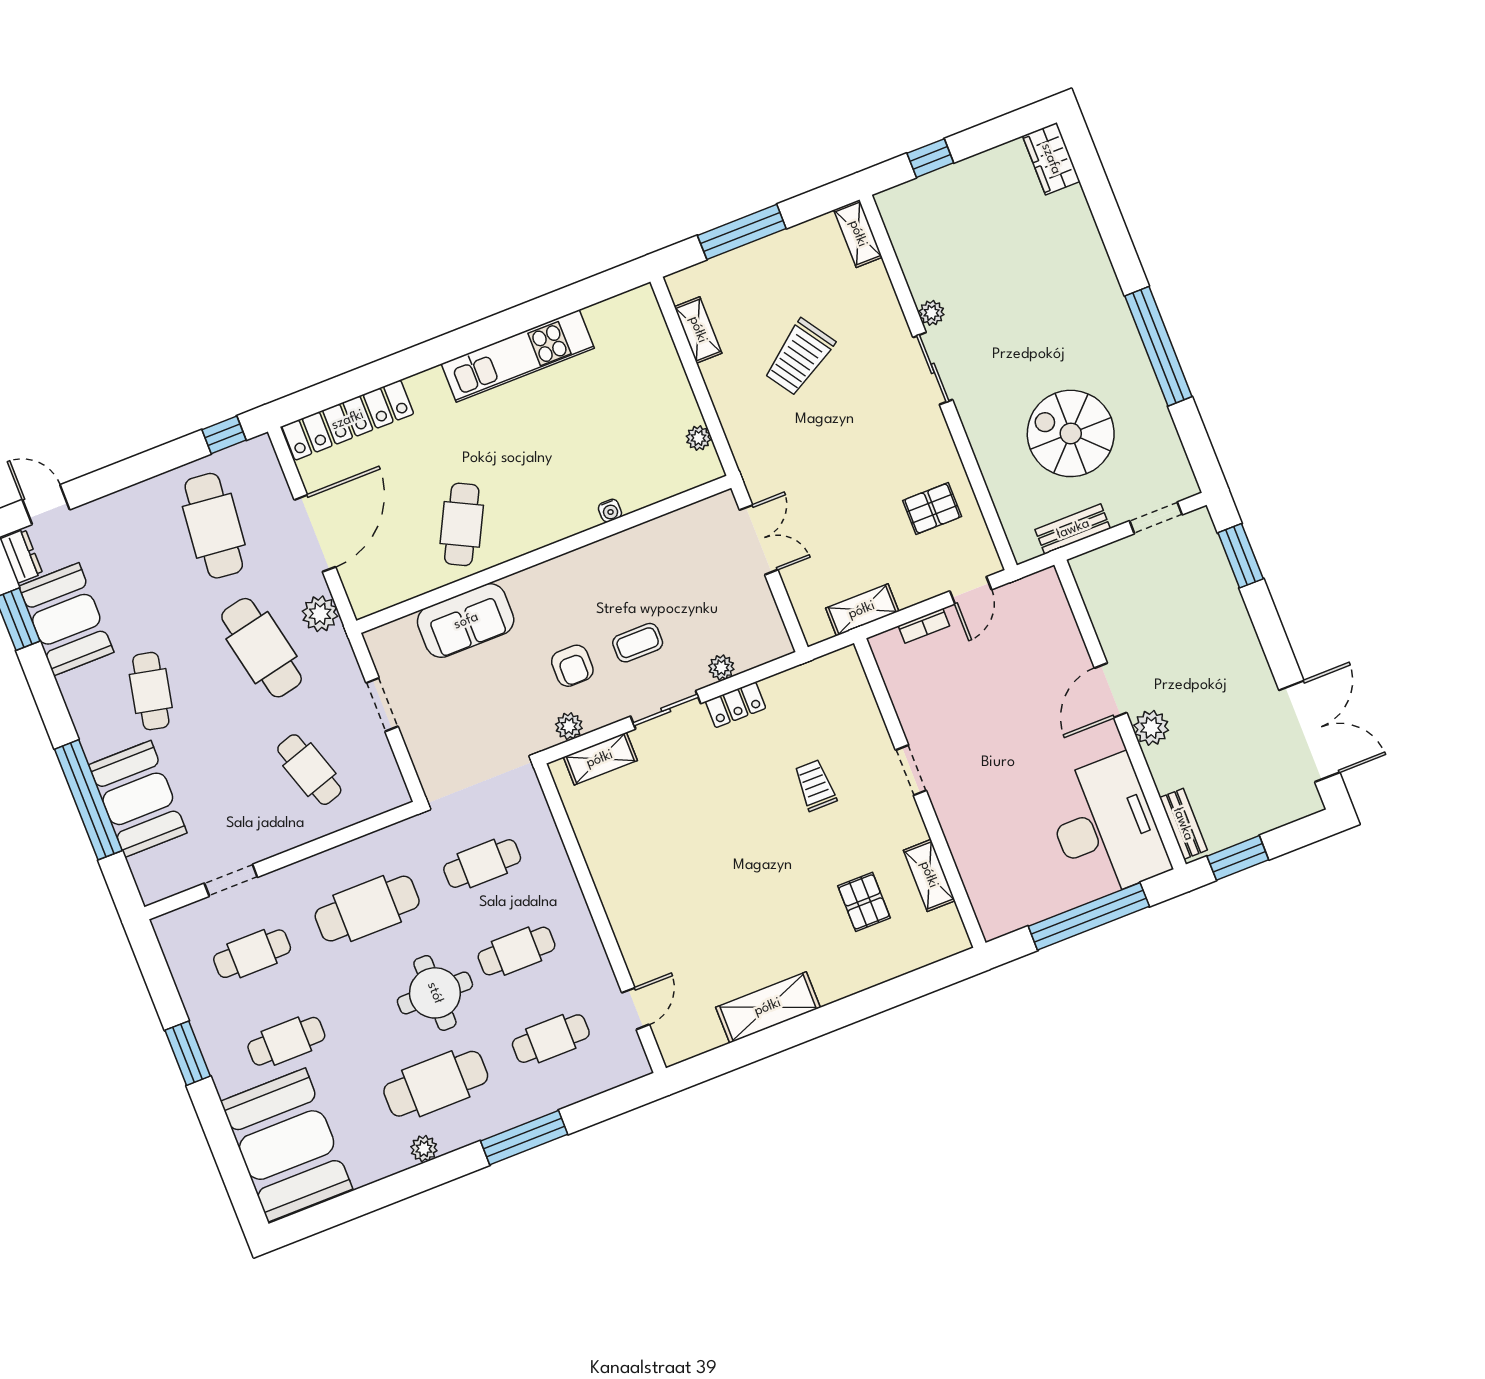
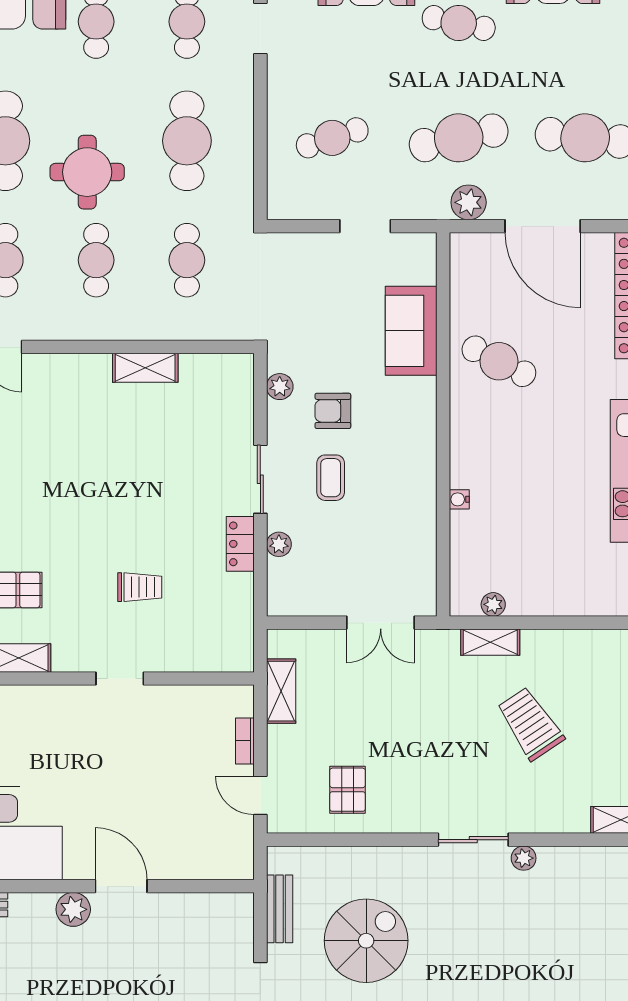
shelving: (698, 330) -> (490, 642), moved
shelving: (600, 759) -> (145, 368), moved, turned 90

